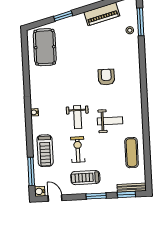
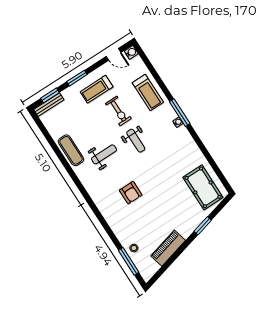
weight bench: (78, 117) -> (136, 141), turned 180
weight bench: (110, 121) -> (104, 154), turned 180
treadmill: (45, 151) -> (148, 93), turned 180
exercise mat: (132, 153) -> (71, 150), moved
window: (31, 171) -> (180, 113), moved
treadmill: (85, 178) -> (97, 89), turned 180

